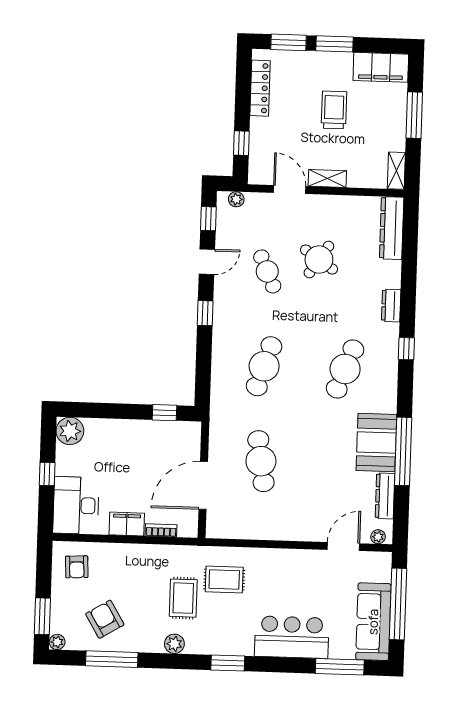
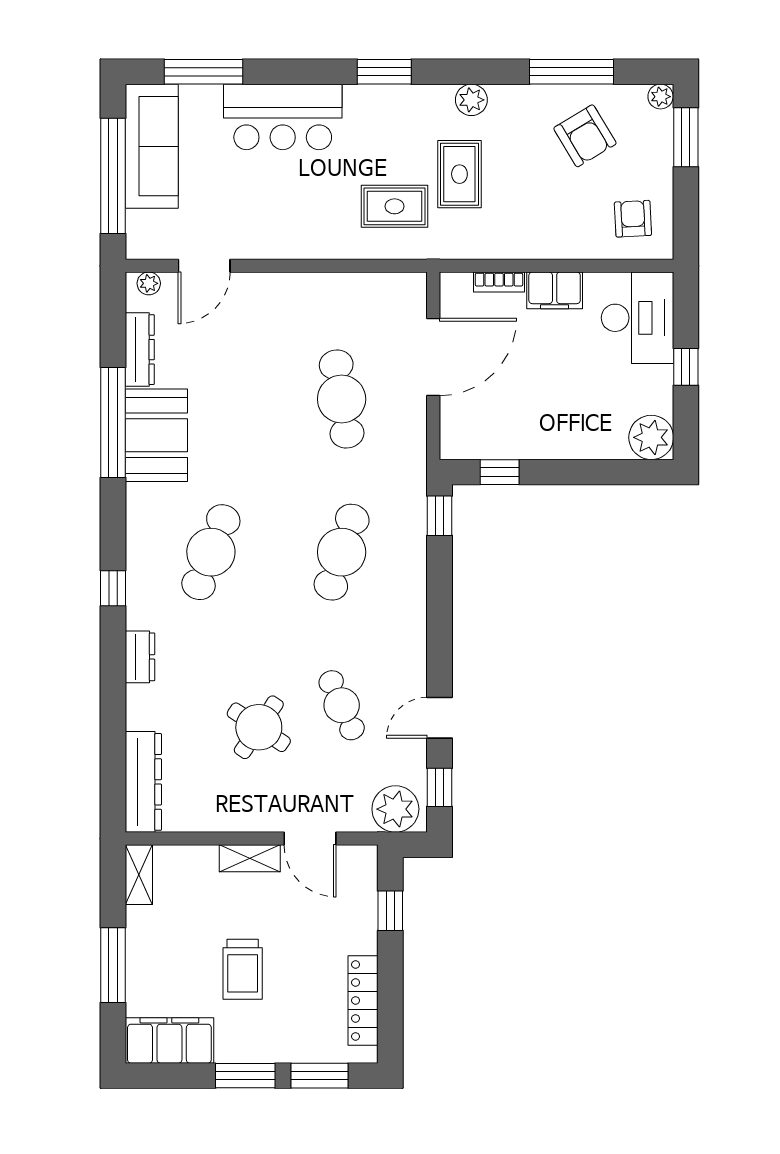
plant: (236, 199) -> (395, 809), width x1.87, depth x1.87
window: (205, 313) -> (439, 516), moved

